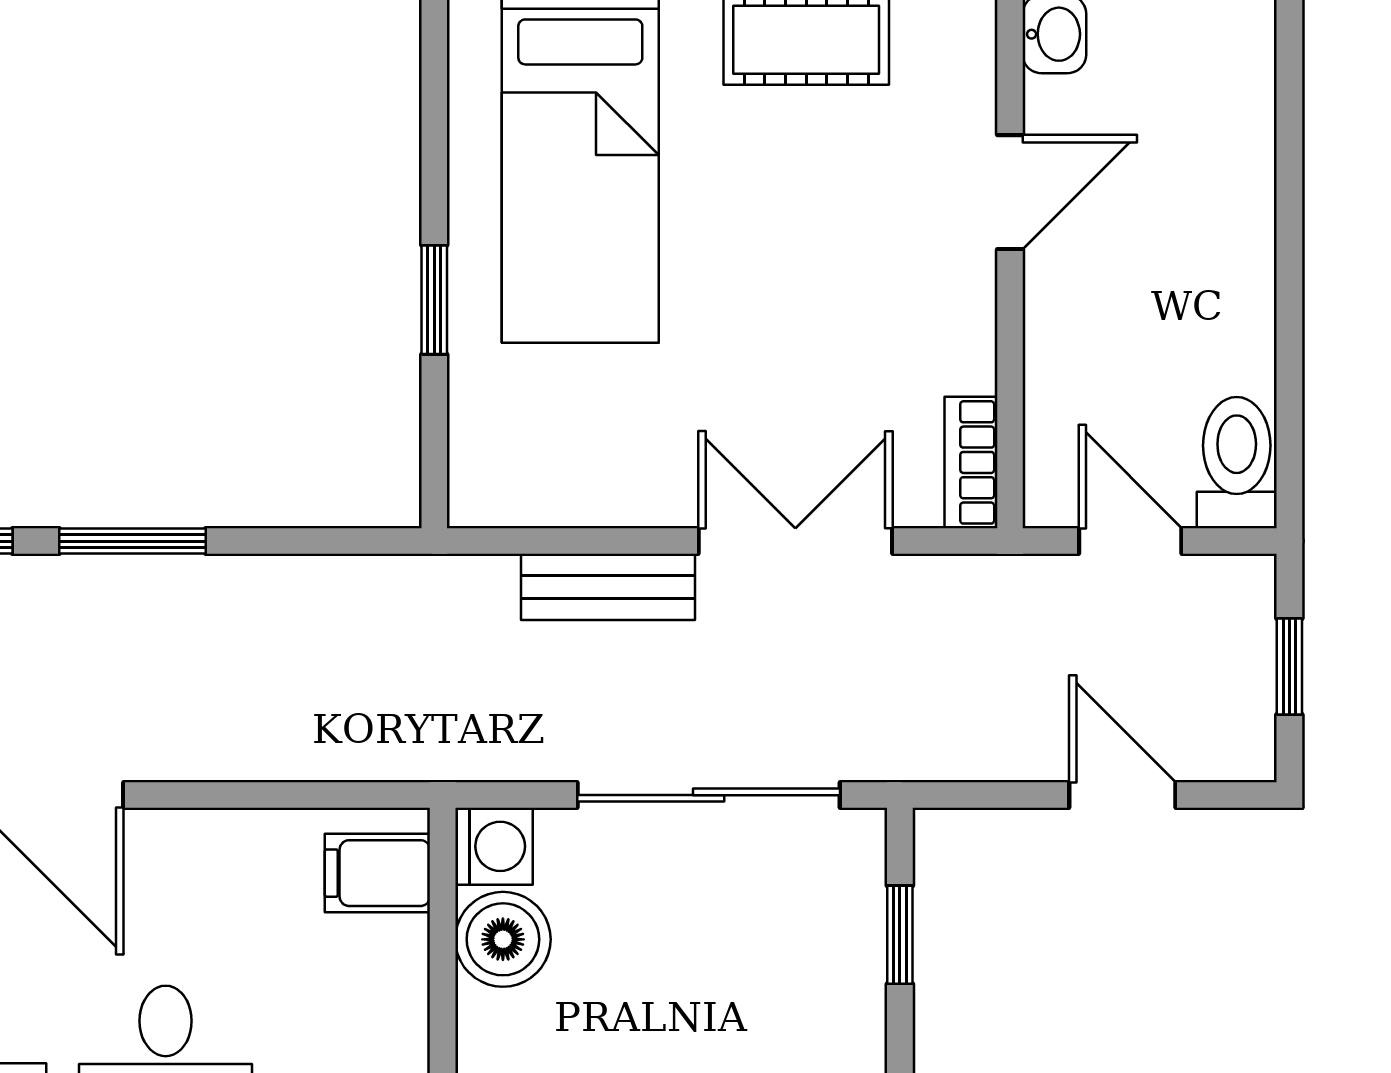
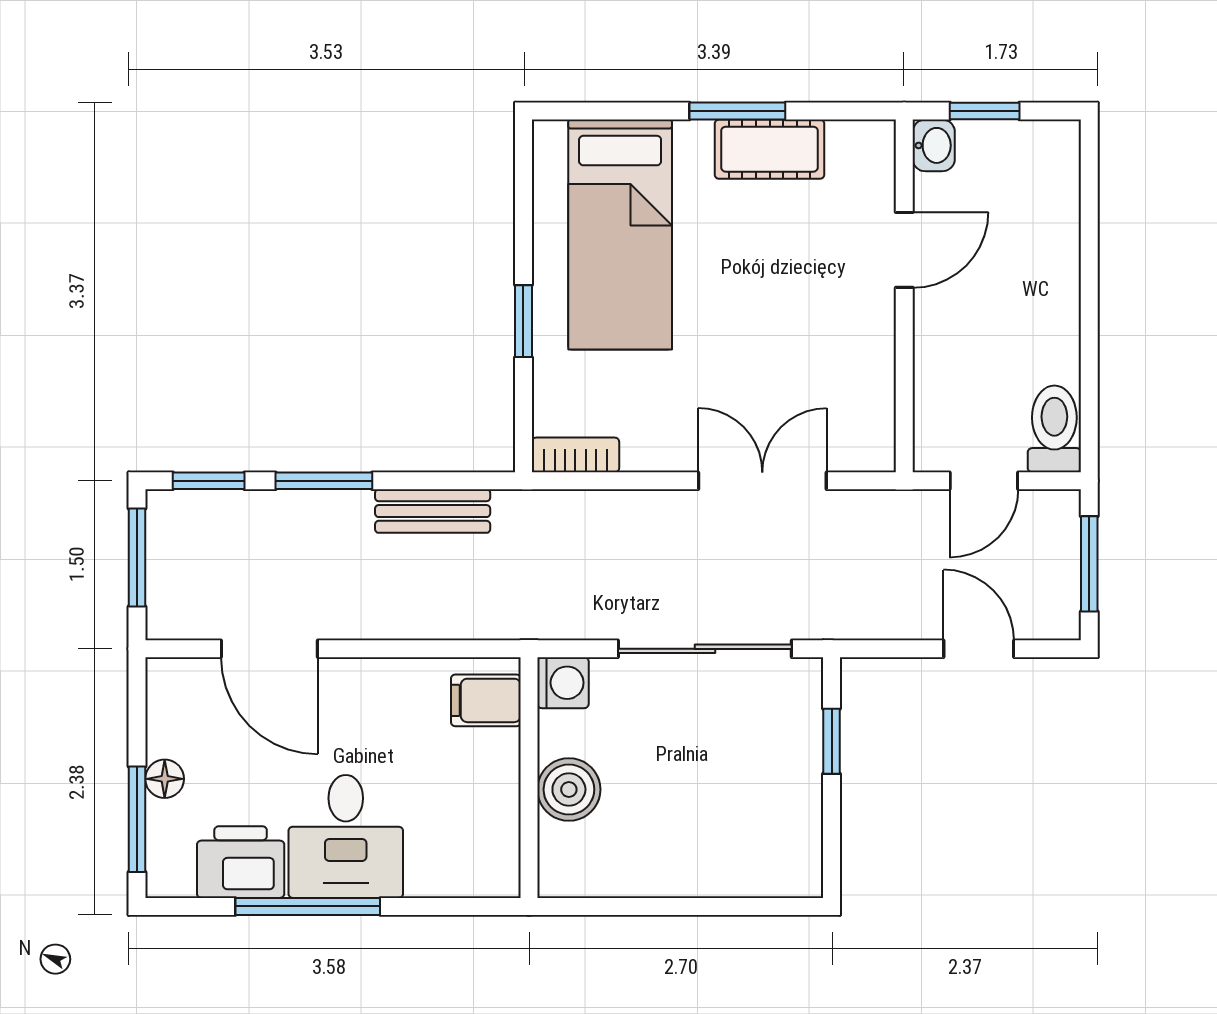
bookcase: (971, 462) -> (575, 455), moved, turned 90
door: (1130, 541) -> (984, 481), swing flipped
bench: (608, 587) -> (433, 511), moved
window: (1289, 667) -> (1089, 564), width x1.50
boiler: (503, 939) -> (569, 789), moved

